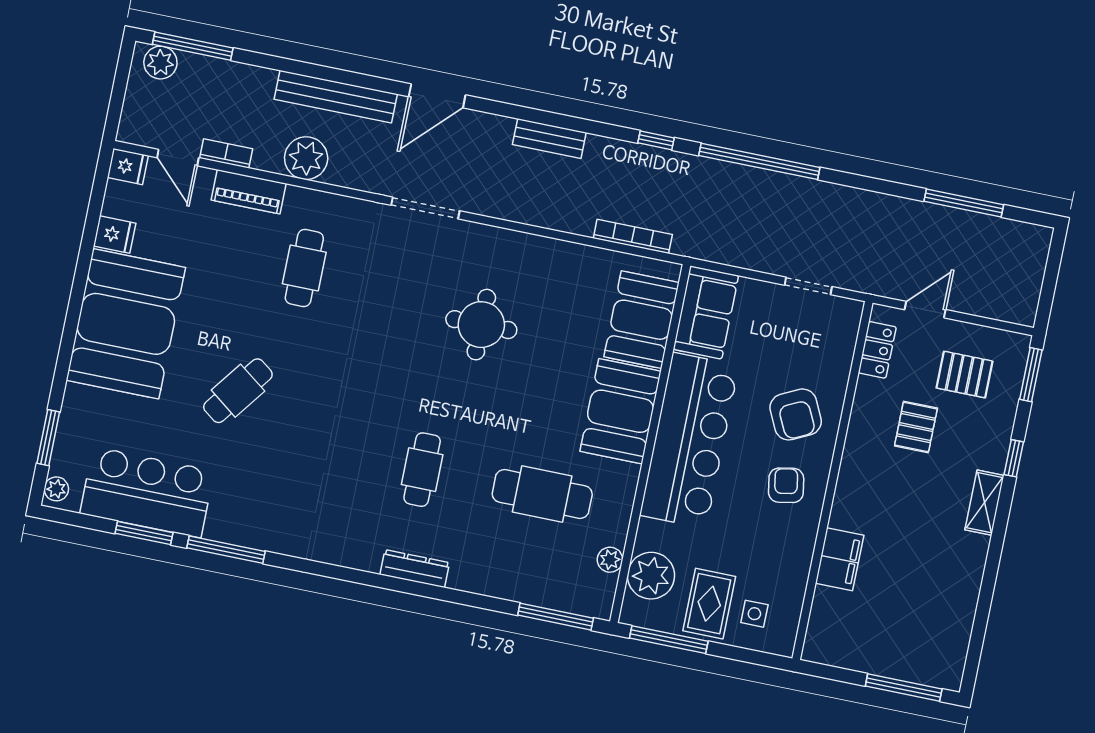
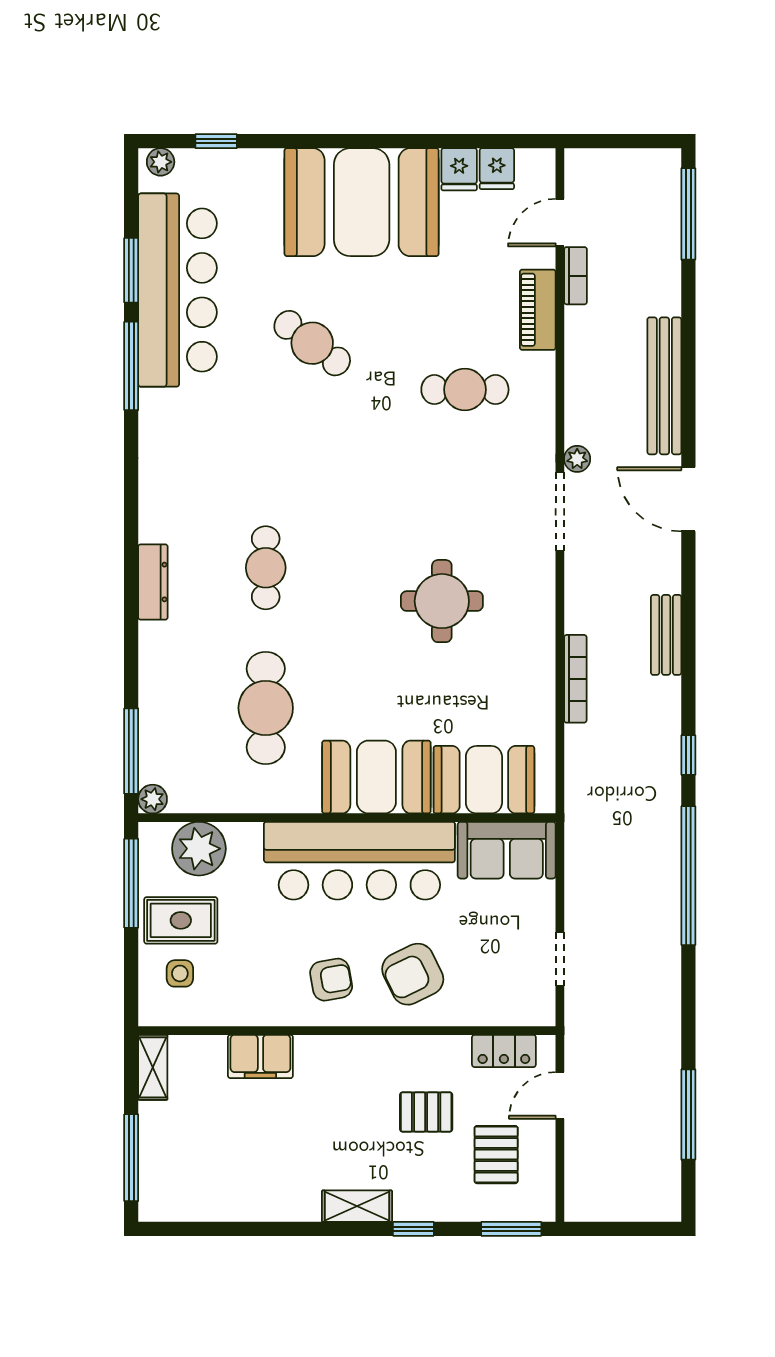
plant: (160, 63) -> (663, 181), removed
plant: (306, 158) -> (577, 459), moved, width x0.53, depth x0.53
fridge: (128, 167) -> (497, 169), moved
bookcase: (633, 236) -> (575, 679), moved
door: (925, 310) -> (560, 1095), swing flipped
window: (48, 438) -> (216, 141), width x0.67
cafe table: (422, 470) -> (266, 568), turned 90
bar counter: (147, 492) -> (178, 290), width x1.36
plant: (610, 560) -> (153, 799), moved
shelving: (830, 653) -> (153, 1067), added

